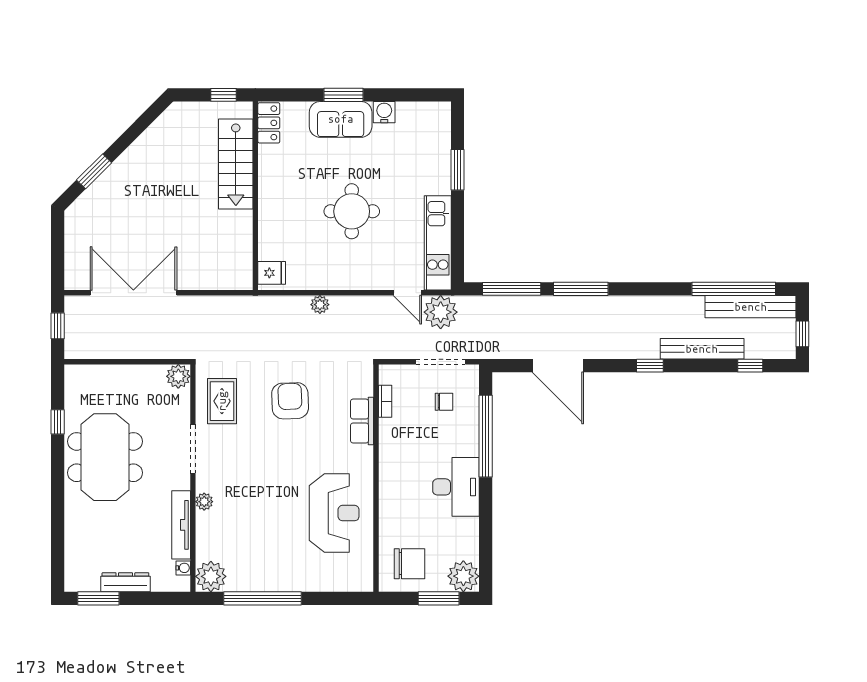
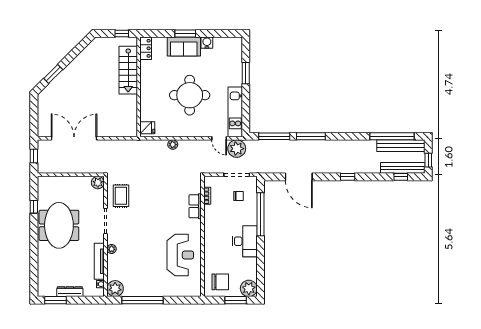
round table: (352, 211) -> (190, 95), width x1.36, depth x1.36
bench: (702, 349) -> (403, 168), moved
armchair: (290, 401) -> (157, 196), removed

